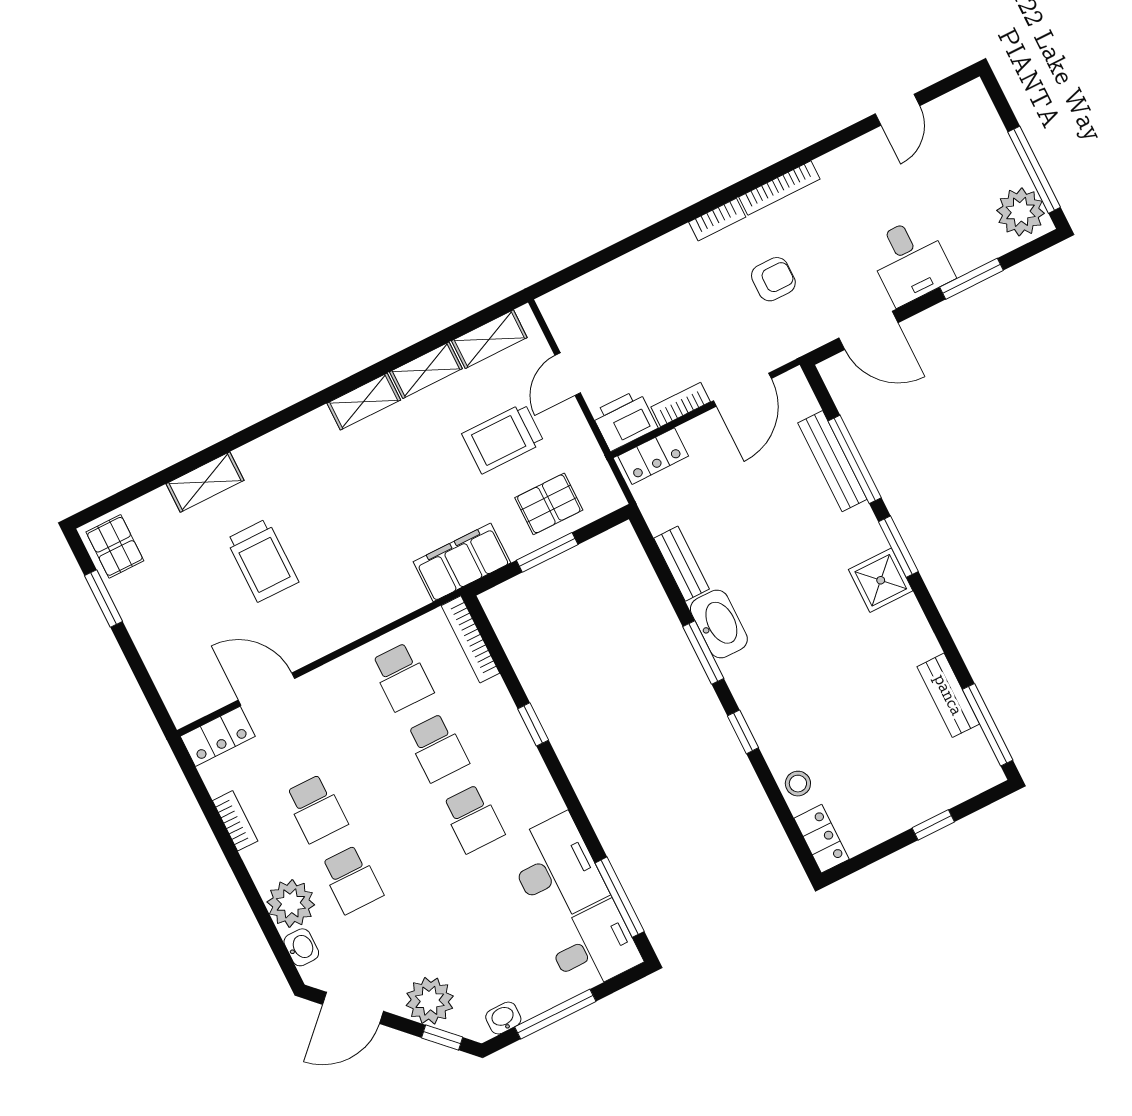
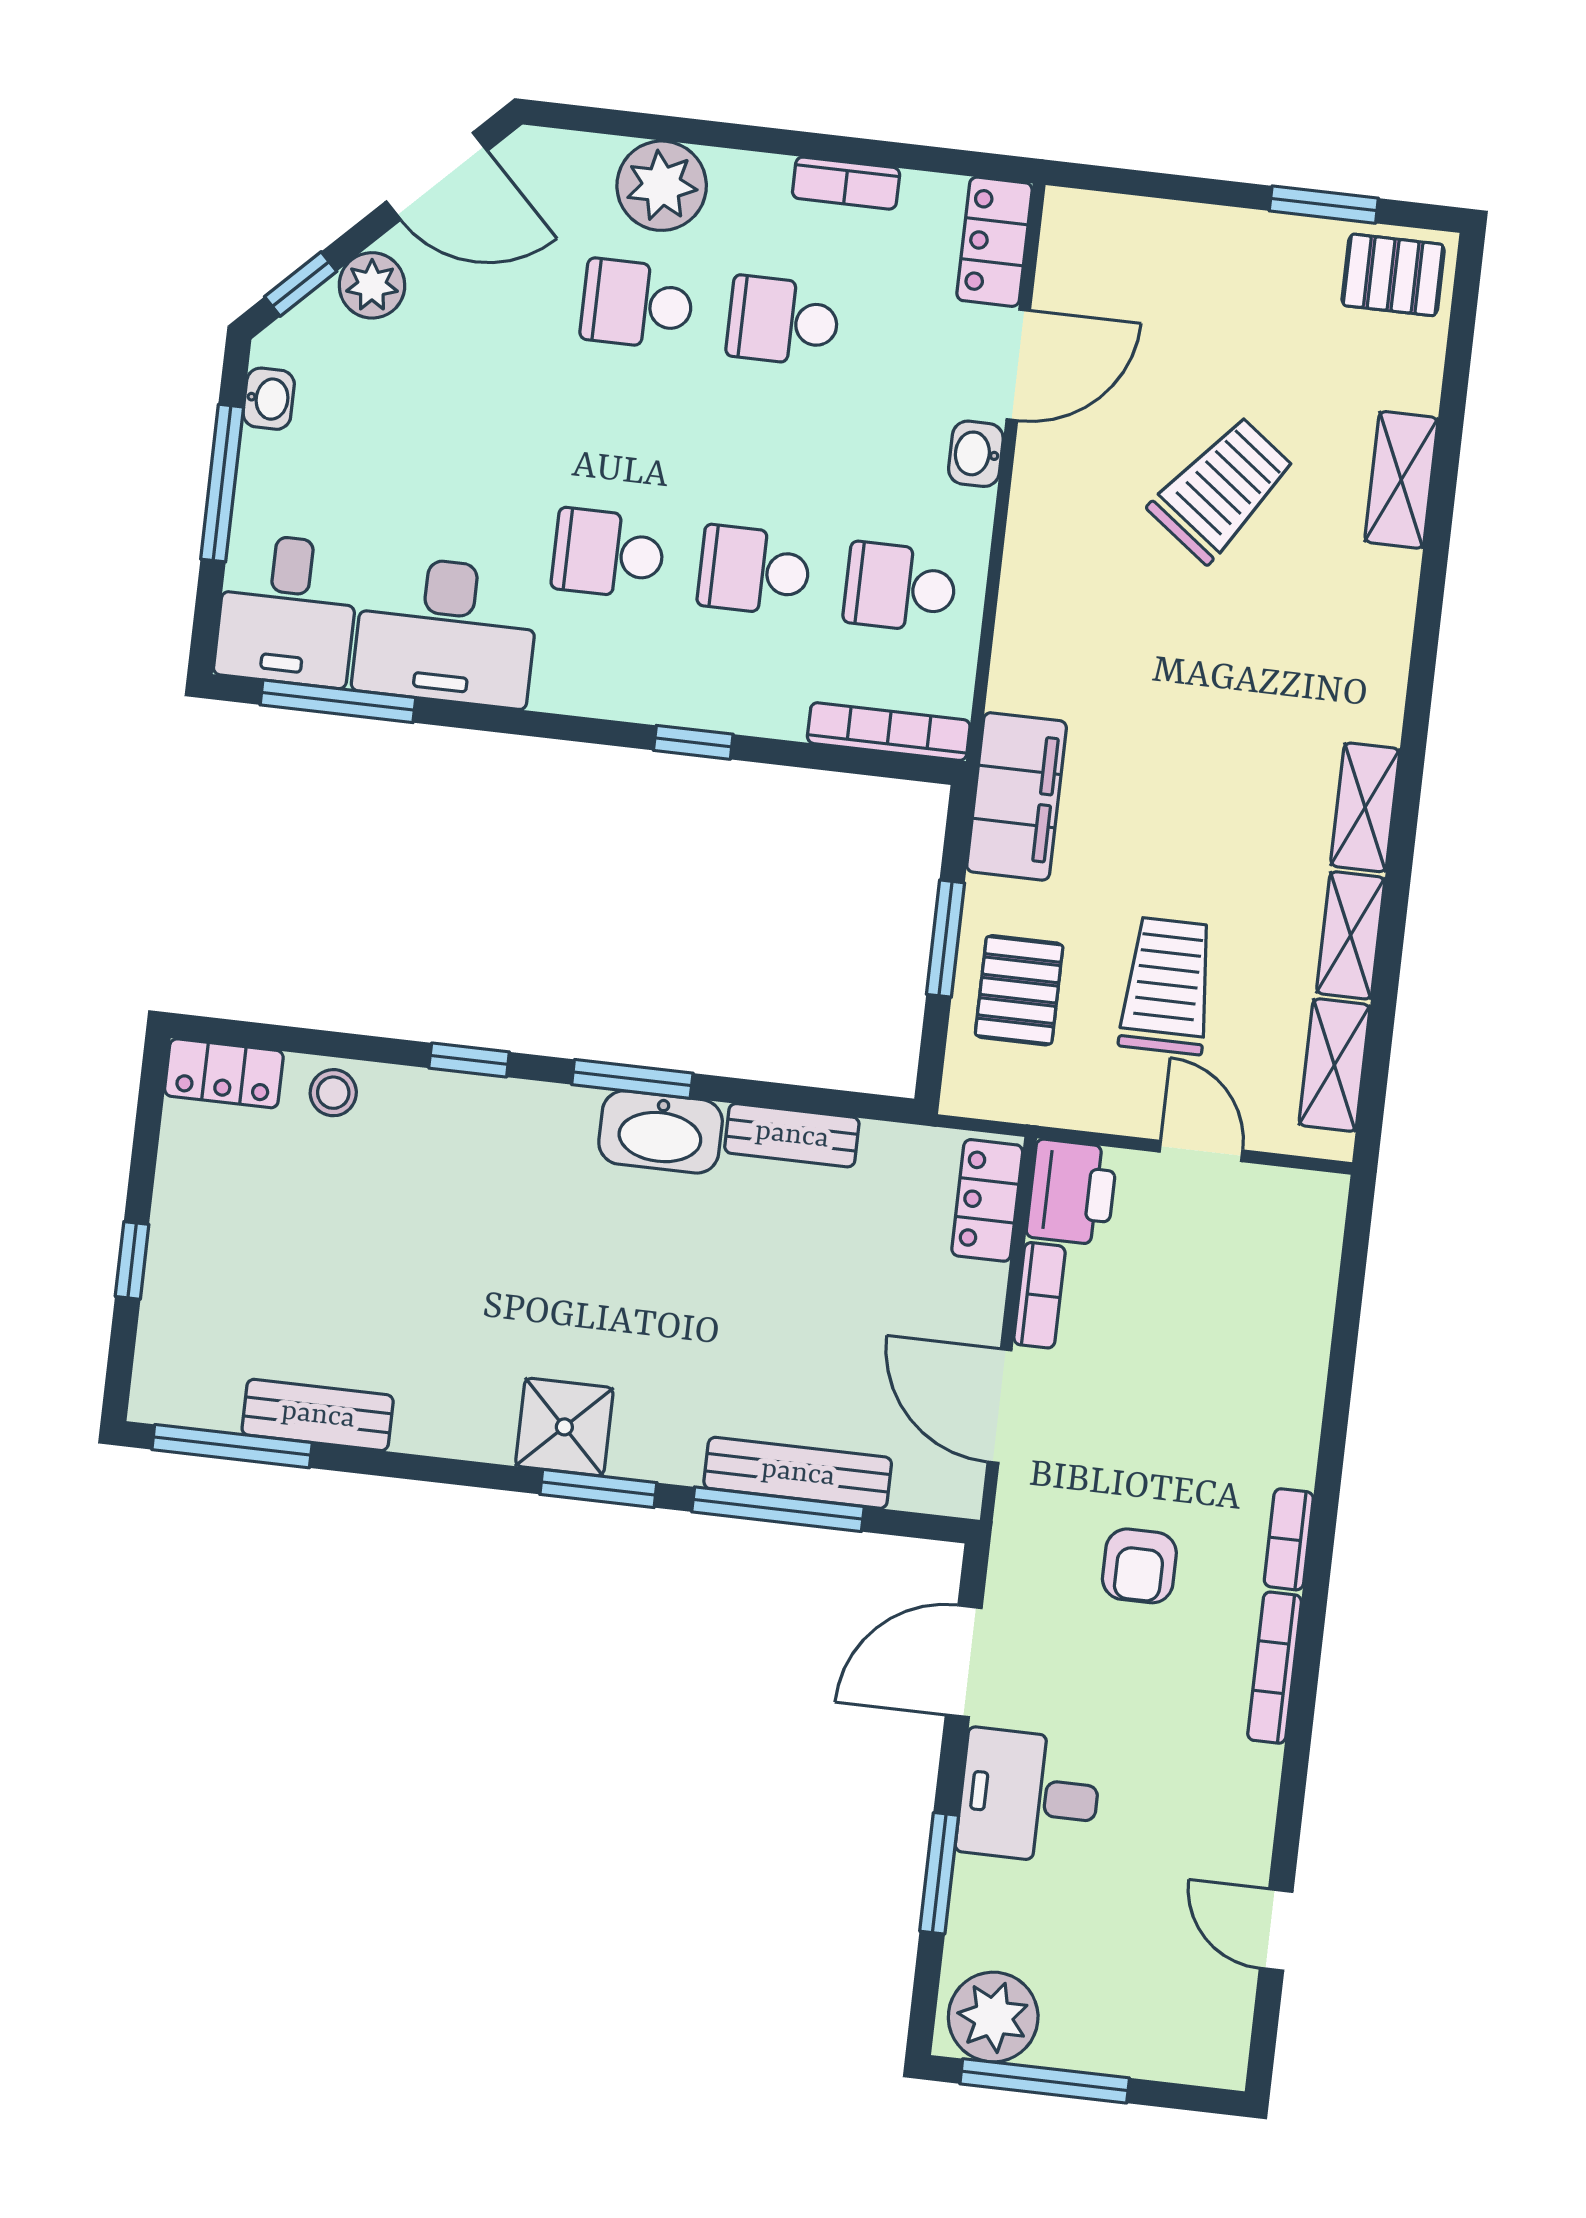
trolley: (262, 560) -> (1222, 489), turned 127
washbasin: (301, 947) -> (976, 454), moved, turned 90
plant: (430, 1001) -> (372, 285), width x0.73, depth x0.73
door: (353, 1008) -> (437, 176), swing flipped

